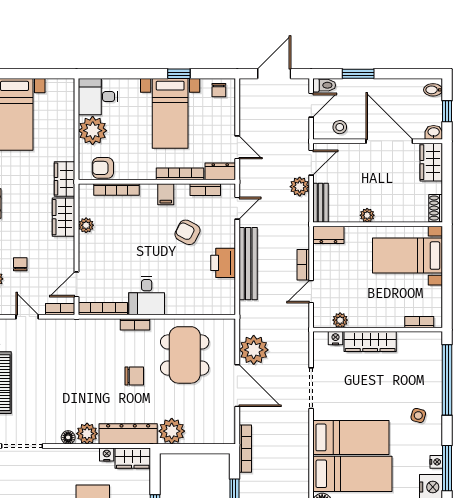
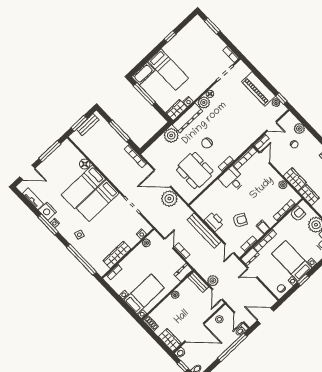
door: (274, 74) -> (265, 316), swing flipped
window: (358, 74) -> (232, 347), width x2.11
wardrobe: (370, 342) -> (117, 255), moved

